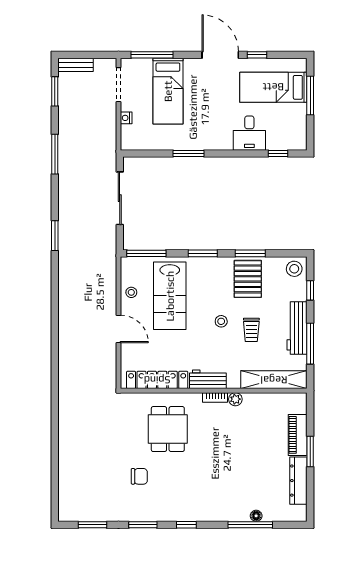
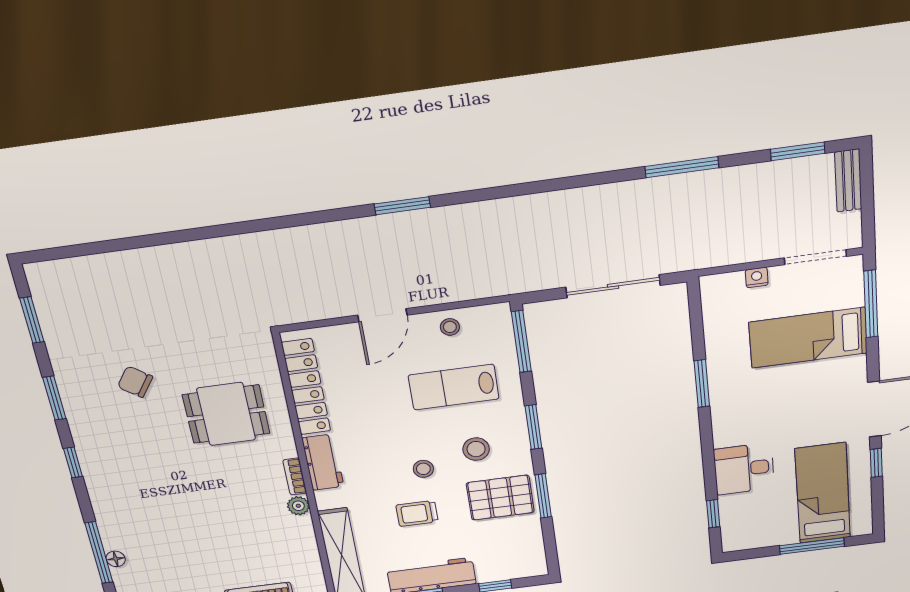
window: (55, 236) -> (402, 206), moved
stool: (294, 269) -> (476, 449), moved
lab bench: (170, 296) -> (454, 387), width x0.73, depth x0.72
chair: (139, 476) -> (135, 382), turned 125

